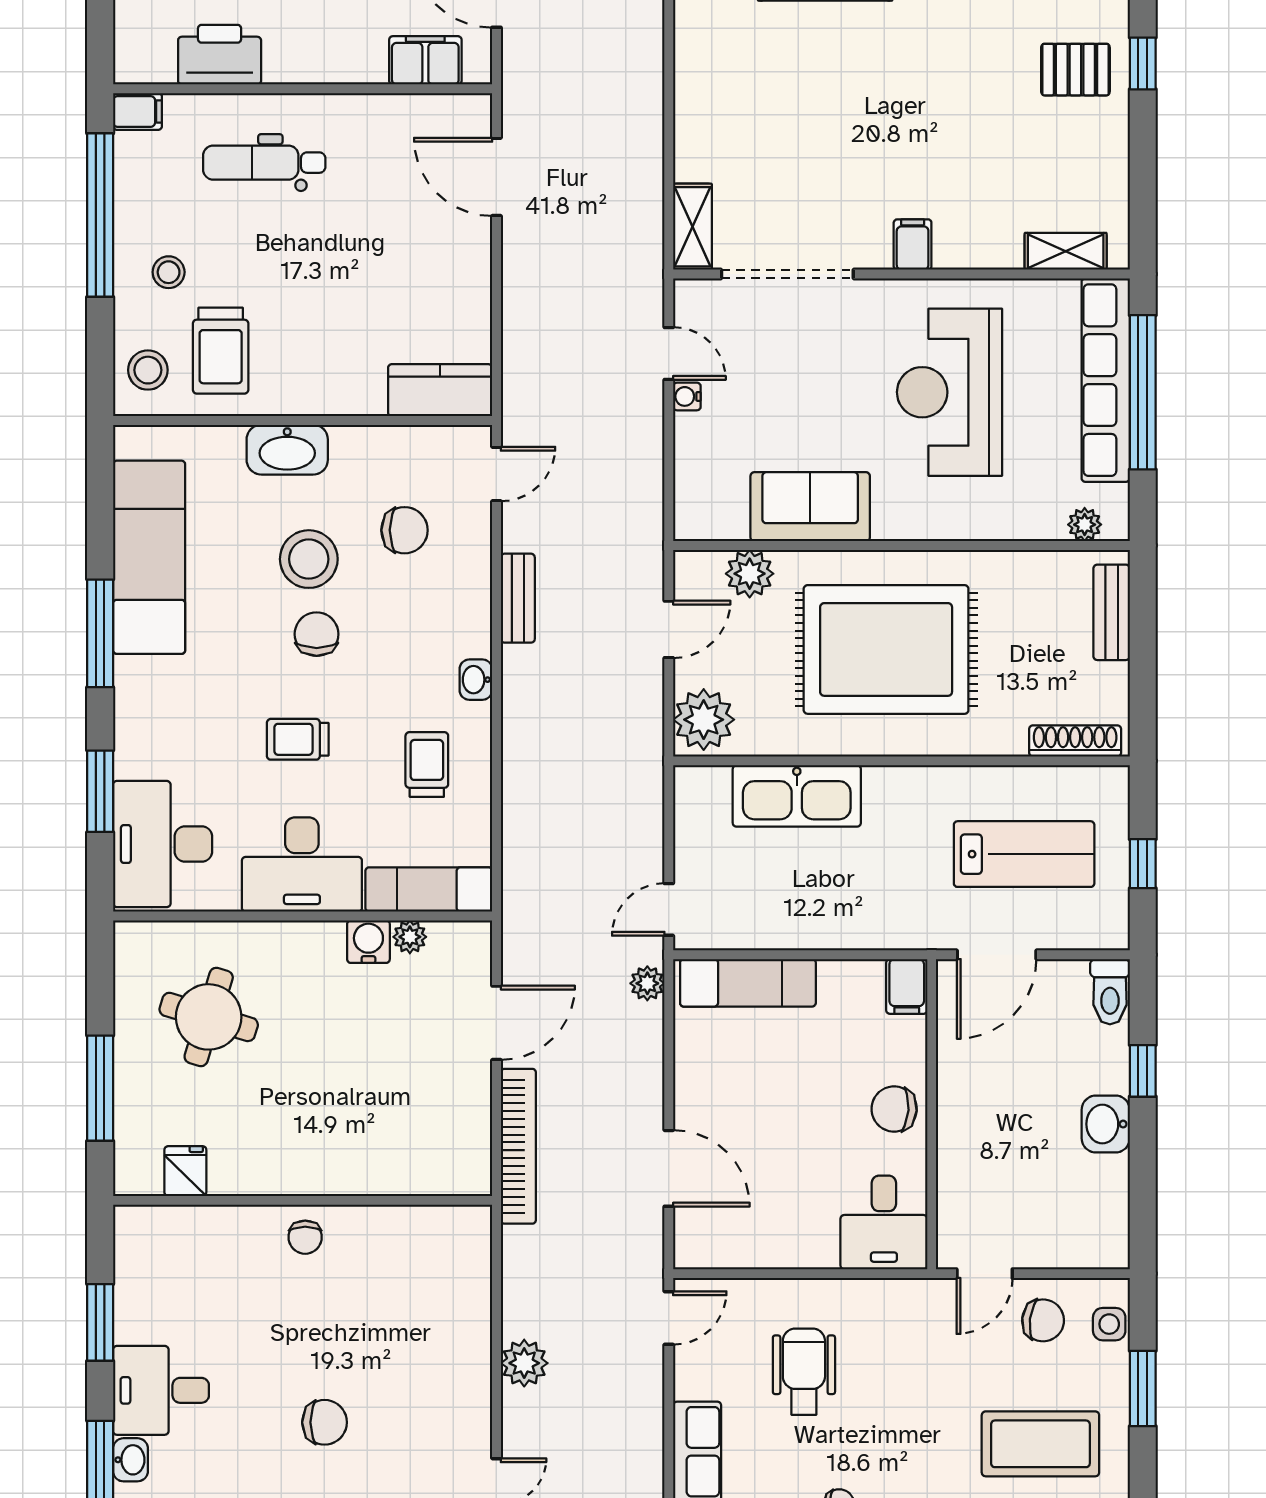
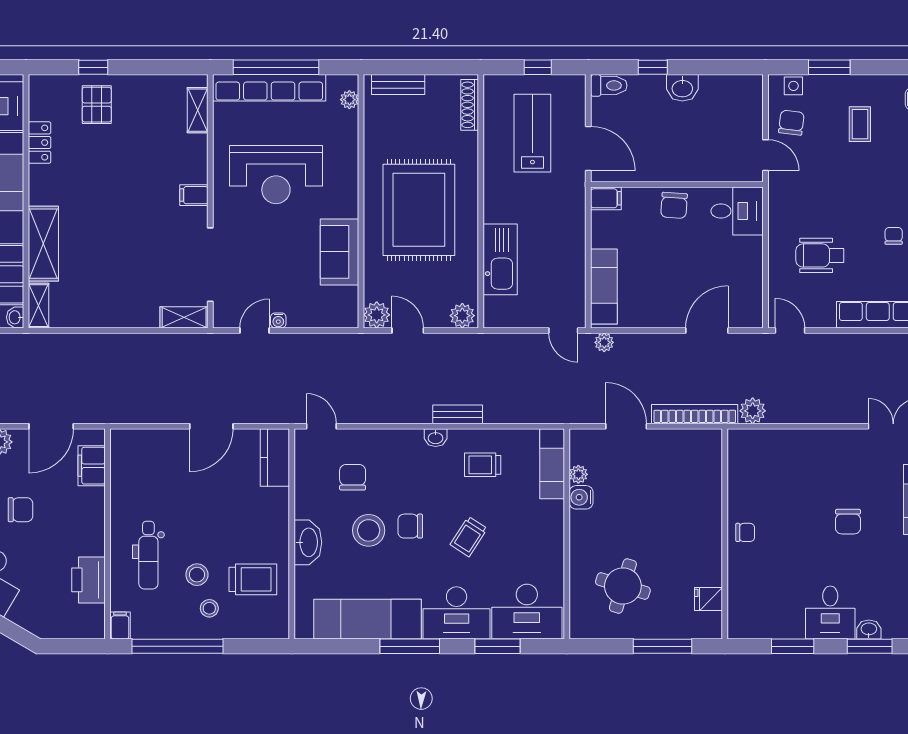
door: (496, 177) -> (211, 426), moved
stool: (148, 370) -> (197, 575), moved
plant: (750, 574) -> (377, 315), moved
bench: (518, 598) -> (458, 414), moved
plant: (704, 720) -> (462, 316), width x0.73, depth x0.73
trolley: (298, 739) -> (469, 537), turned 33
desk: (302, 864) -> (457, 613), moved, turned 90
plant: (524, 1363) -> (753, 411), moved
chair: (325, 1422) -> (848, 522), turned 180
coffee table: (1040, 1444) -> (860, 124), width x0.54, depth x0.58

